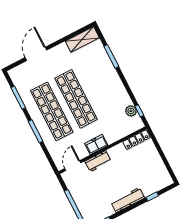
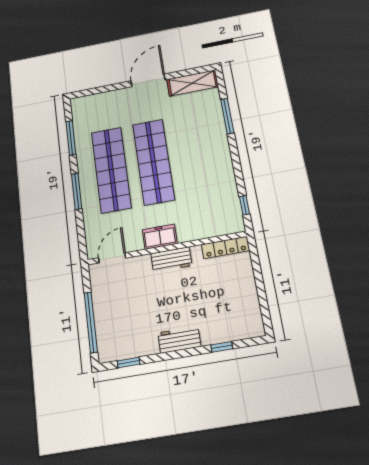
door: (36, 54) -> (148, 80), moved
plant: (131, 111) -> (231, 202), removed
workbench: (98, 161) -> (171, 260), moved
workbench: (128, 200) -> (179, 340), width x0.73

